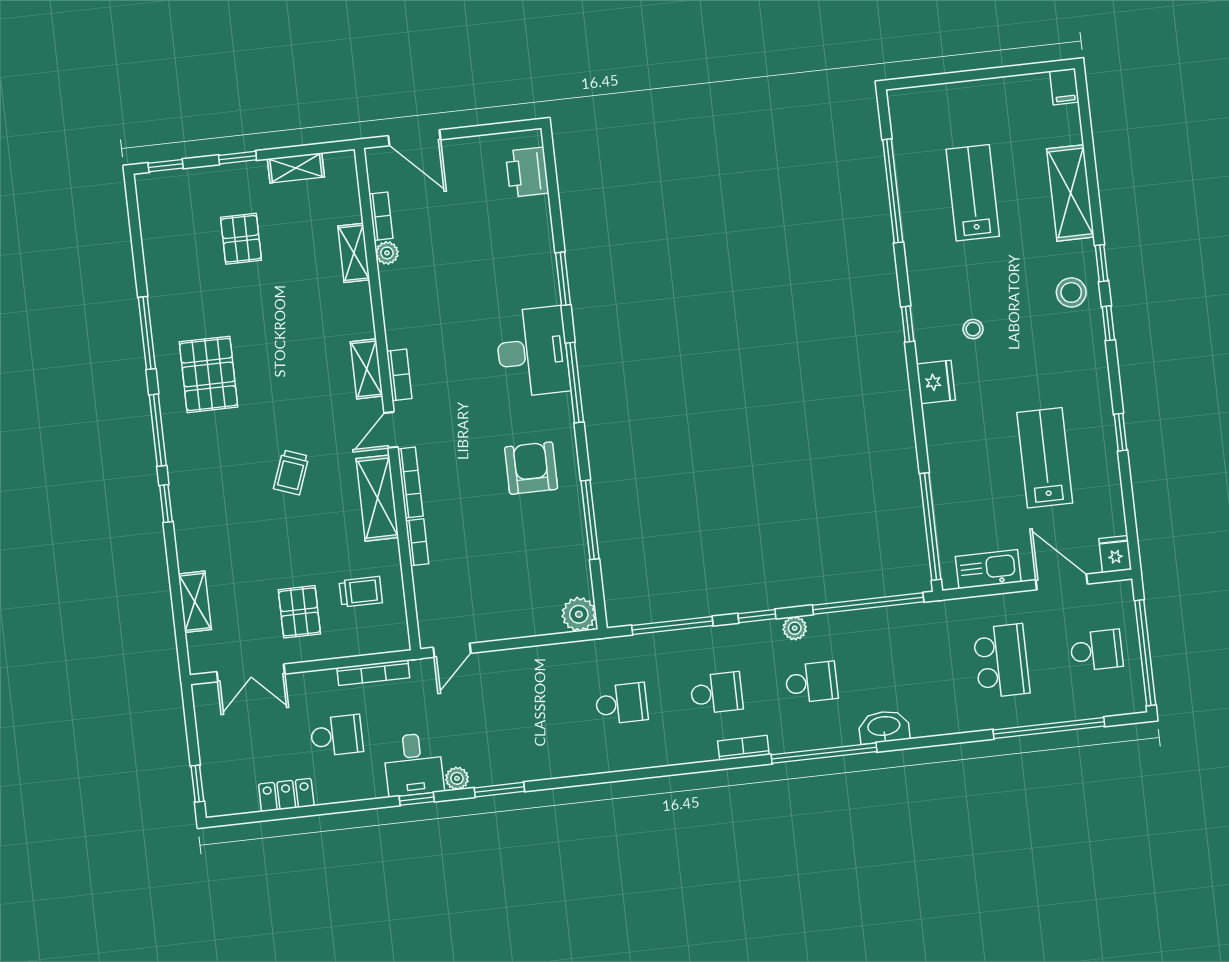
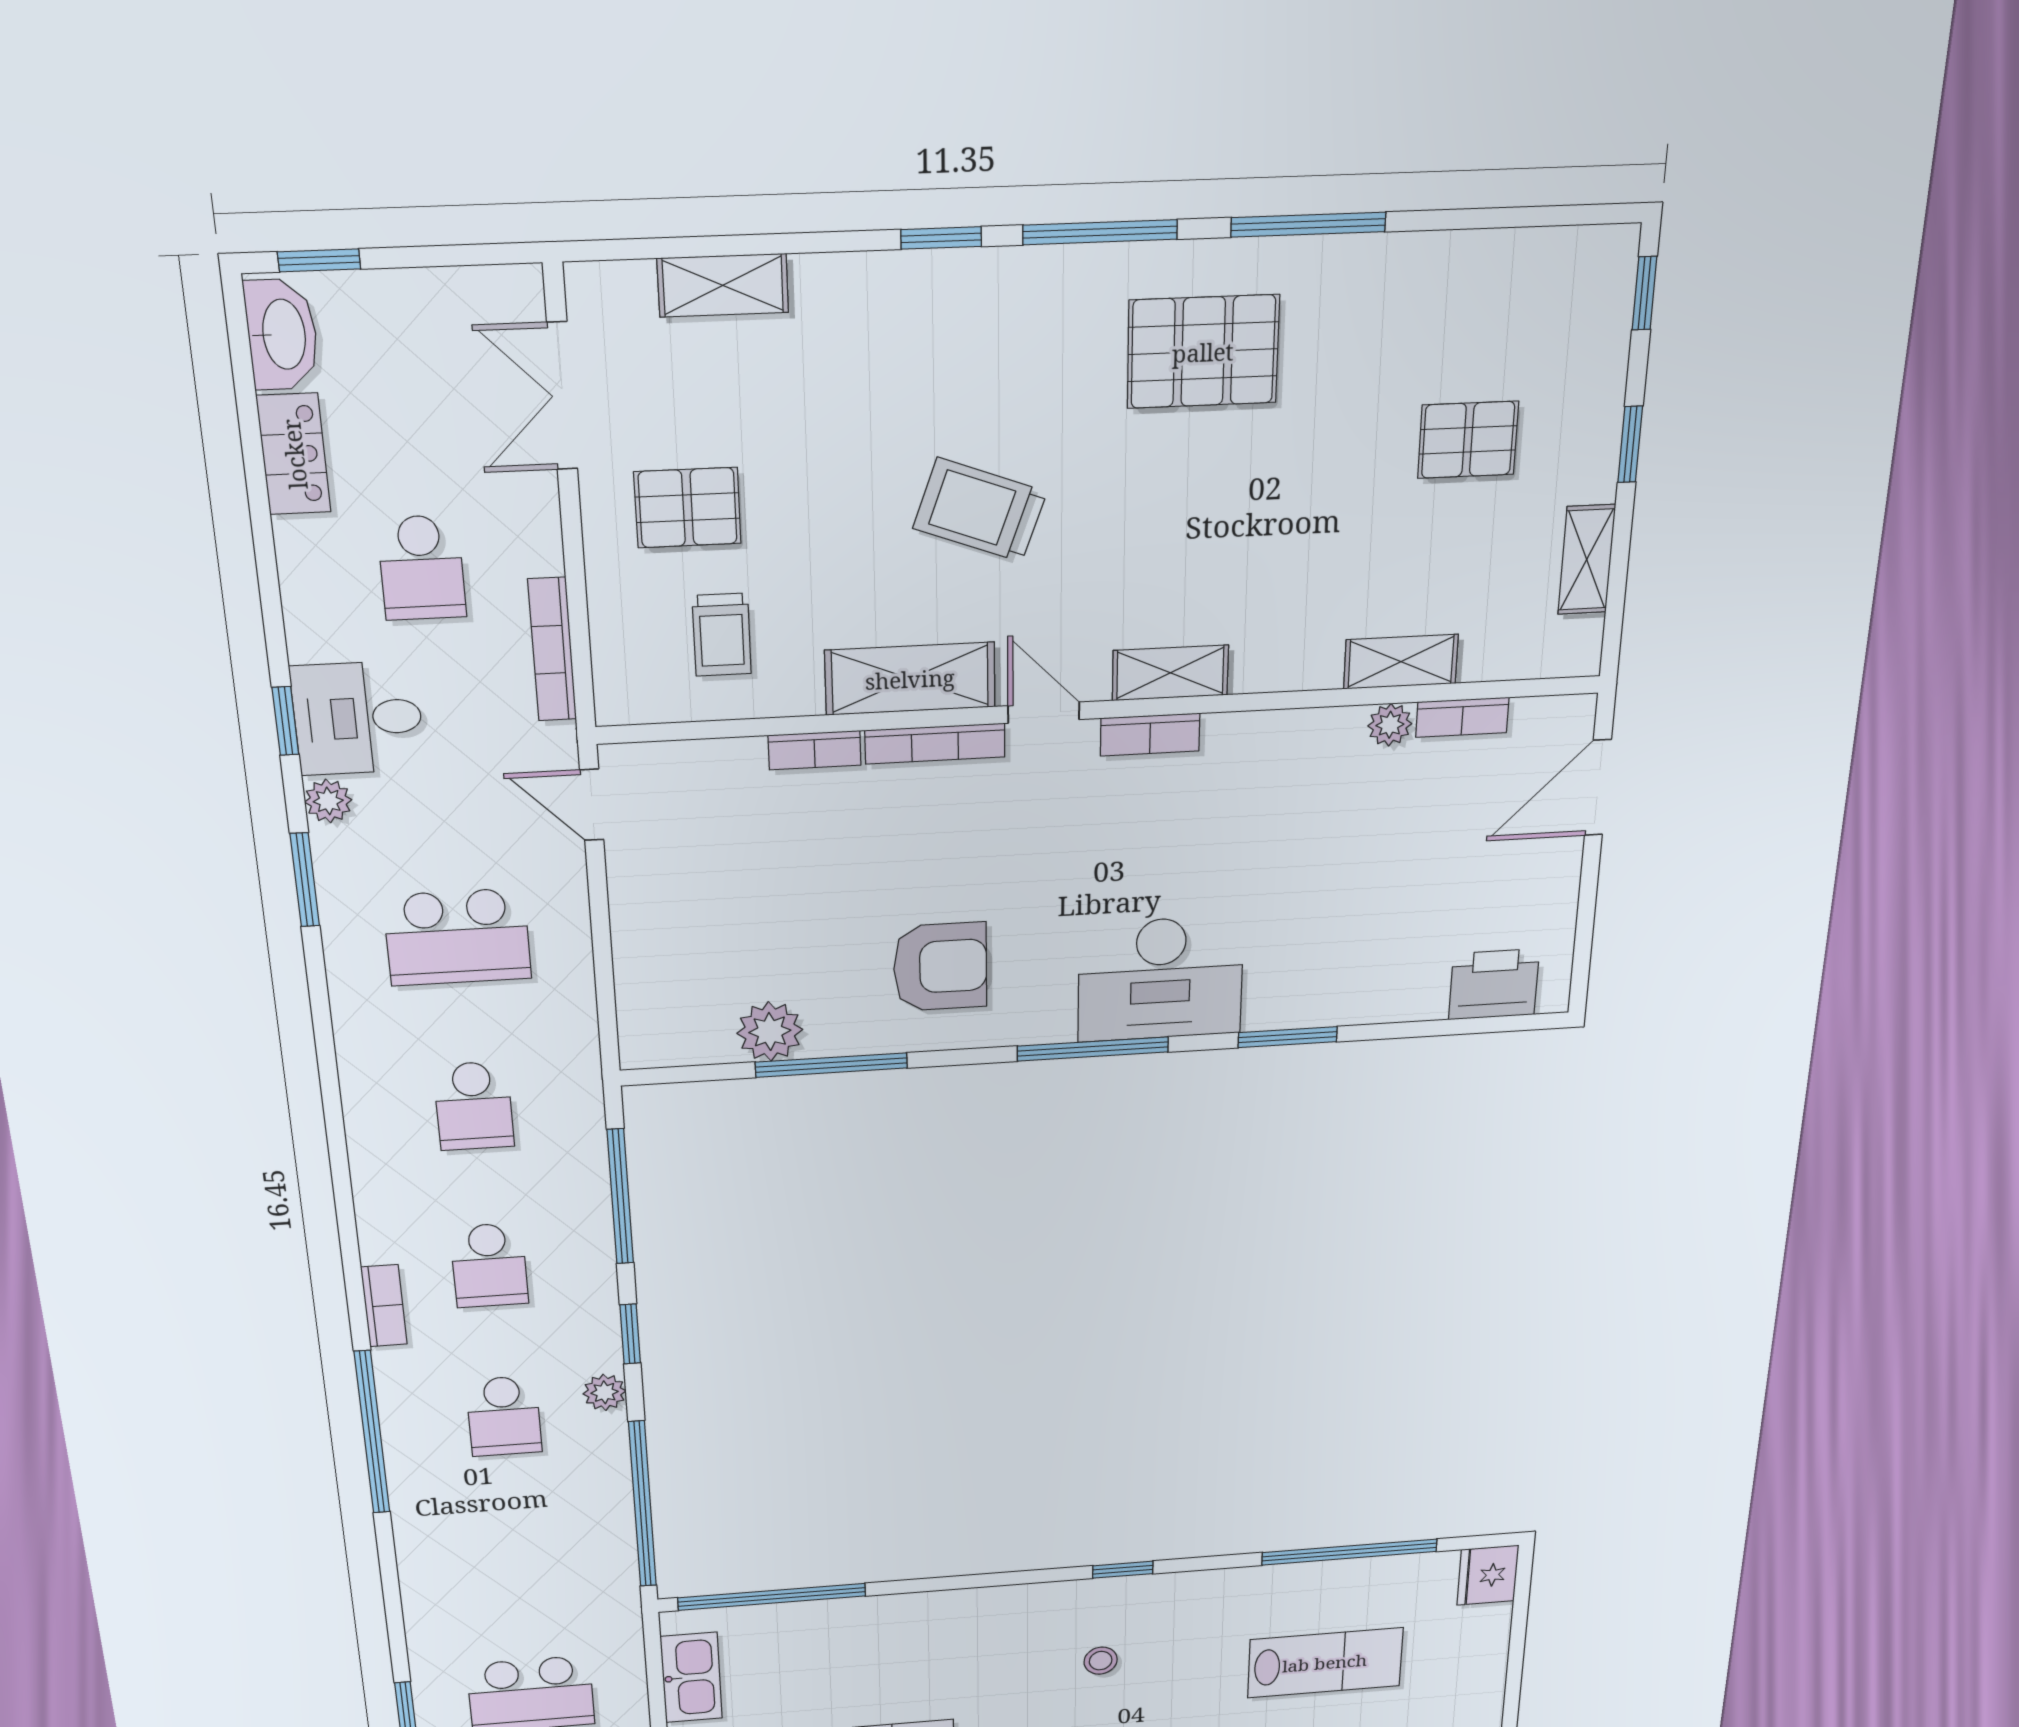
fridge: (936, 382) -> (1488, 1575), moved, turned 90
trolley: (291, 472) -> (980, 510), width x1.36, depth x1.39
plant: (579, 614) -> (770, 1031), moved
school desk: (527, 714) -> (457, 937), added
washbasin: (884, 727) -> (282, 334), moved

